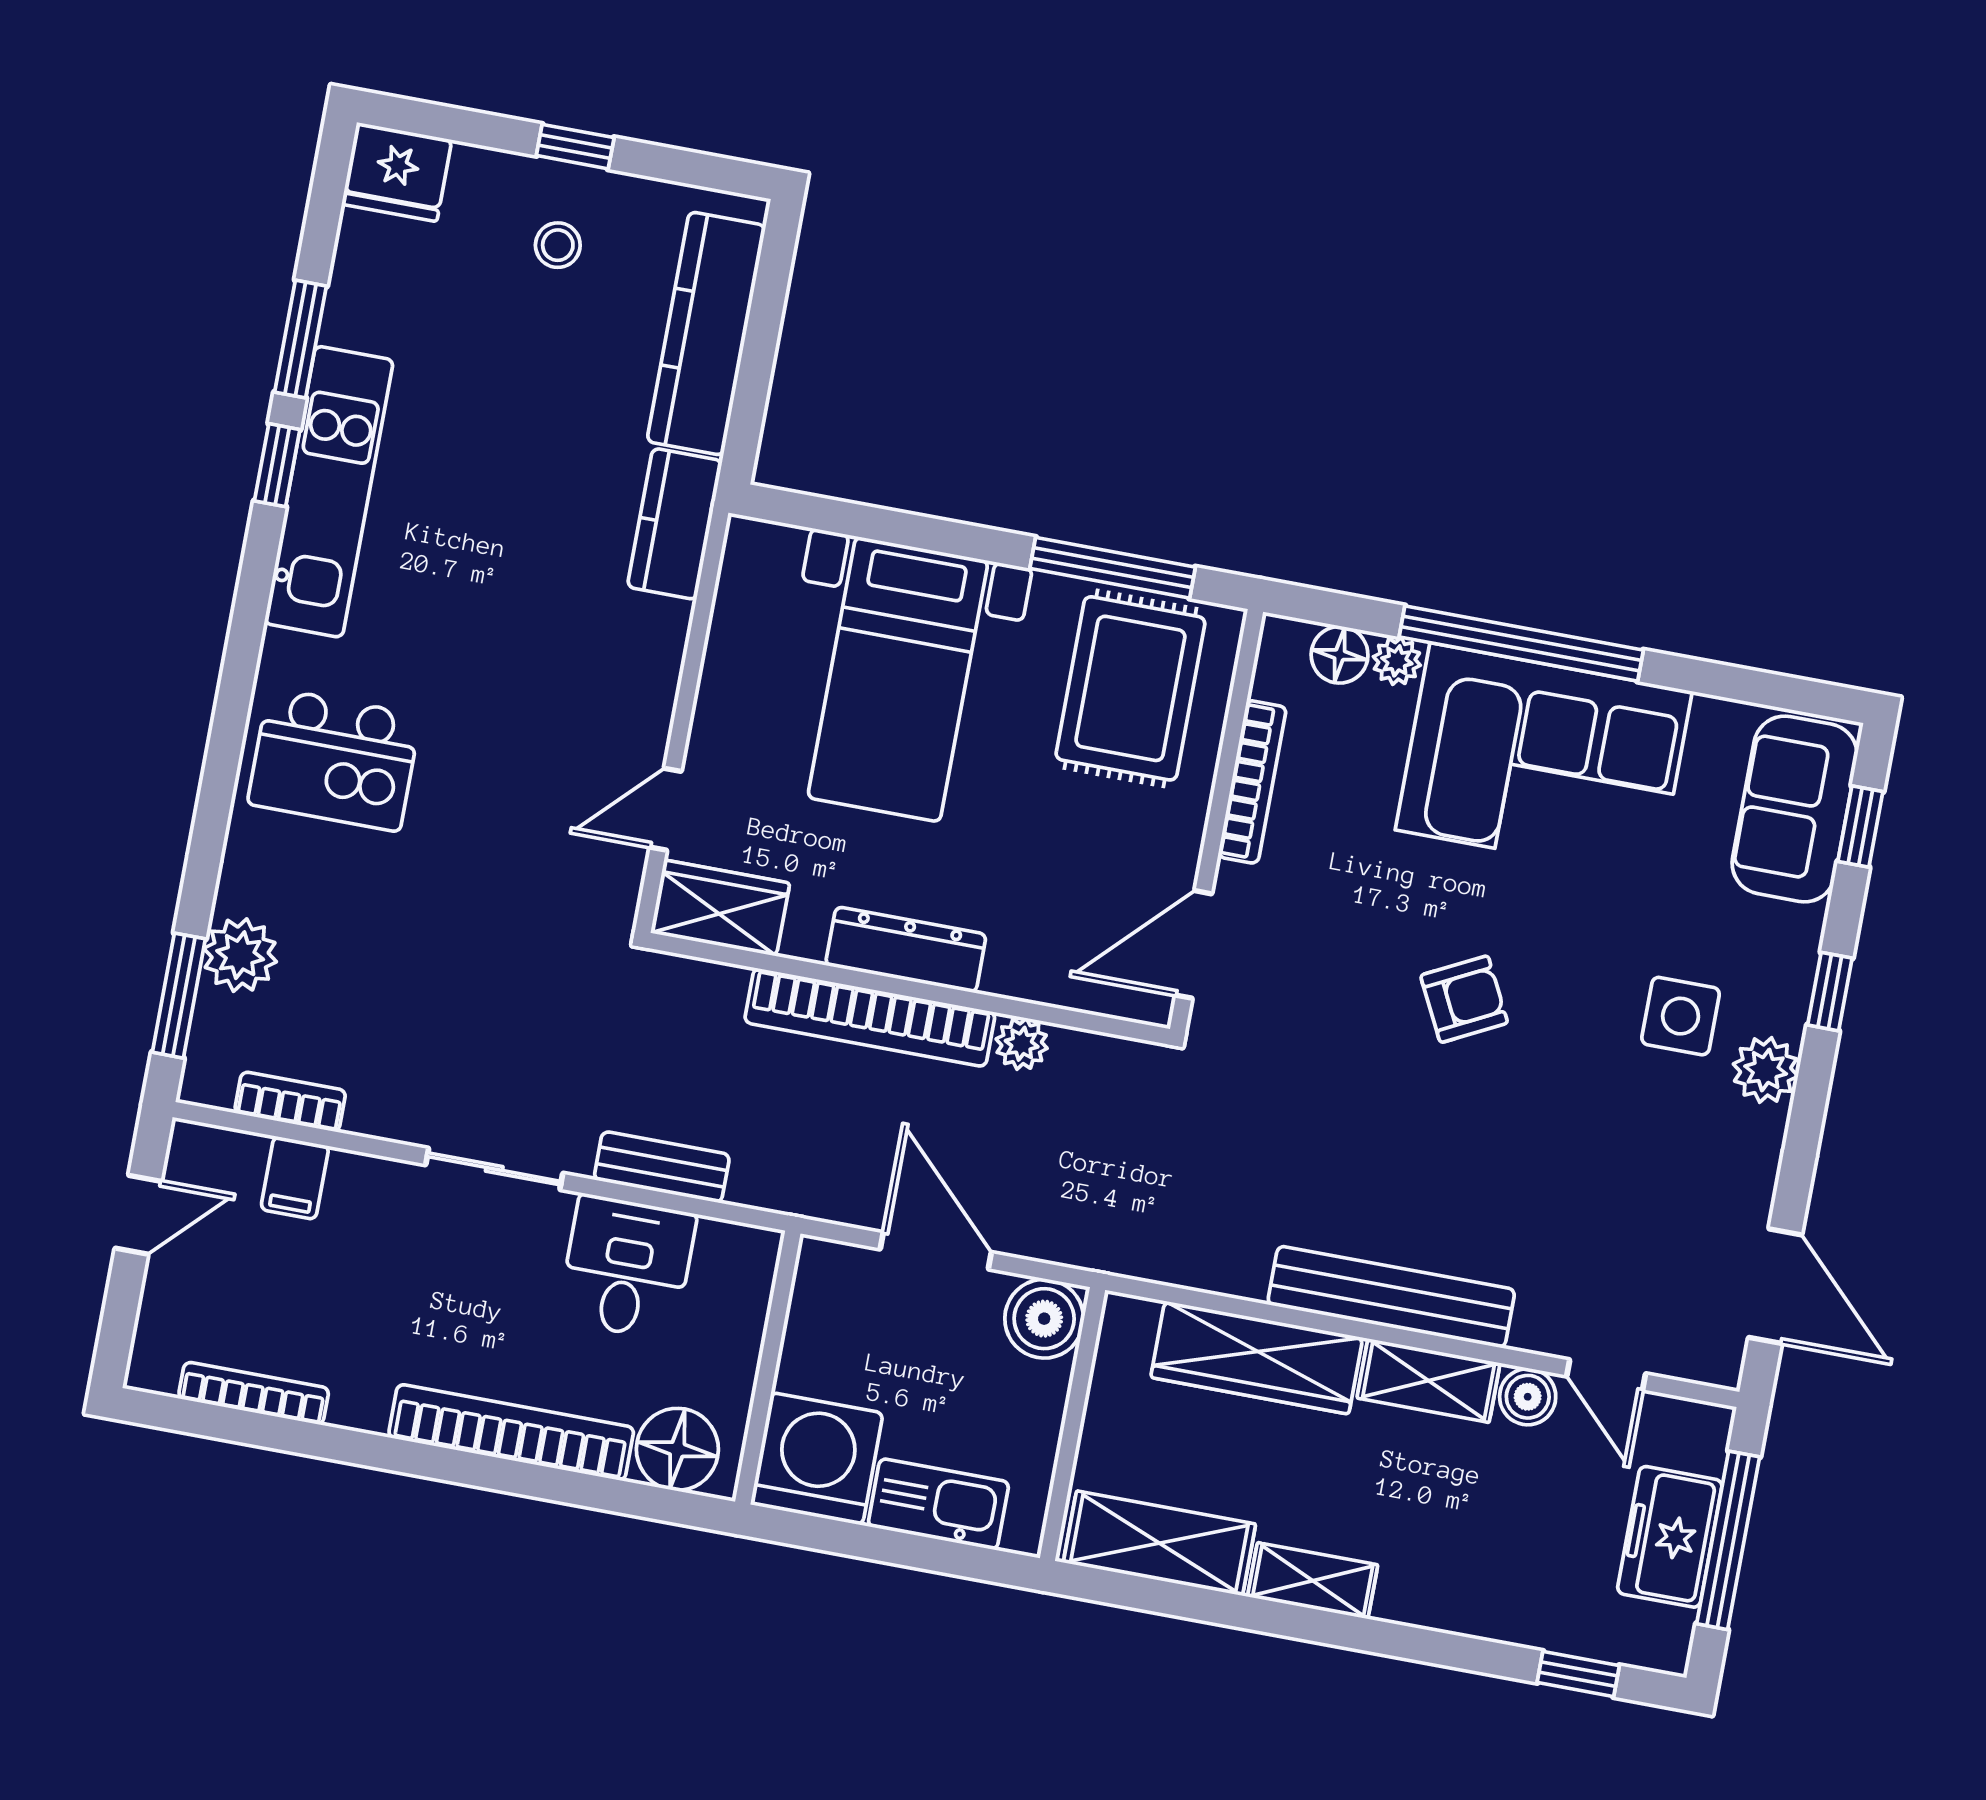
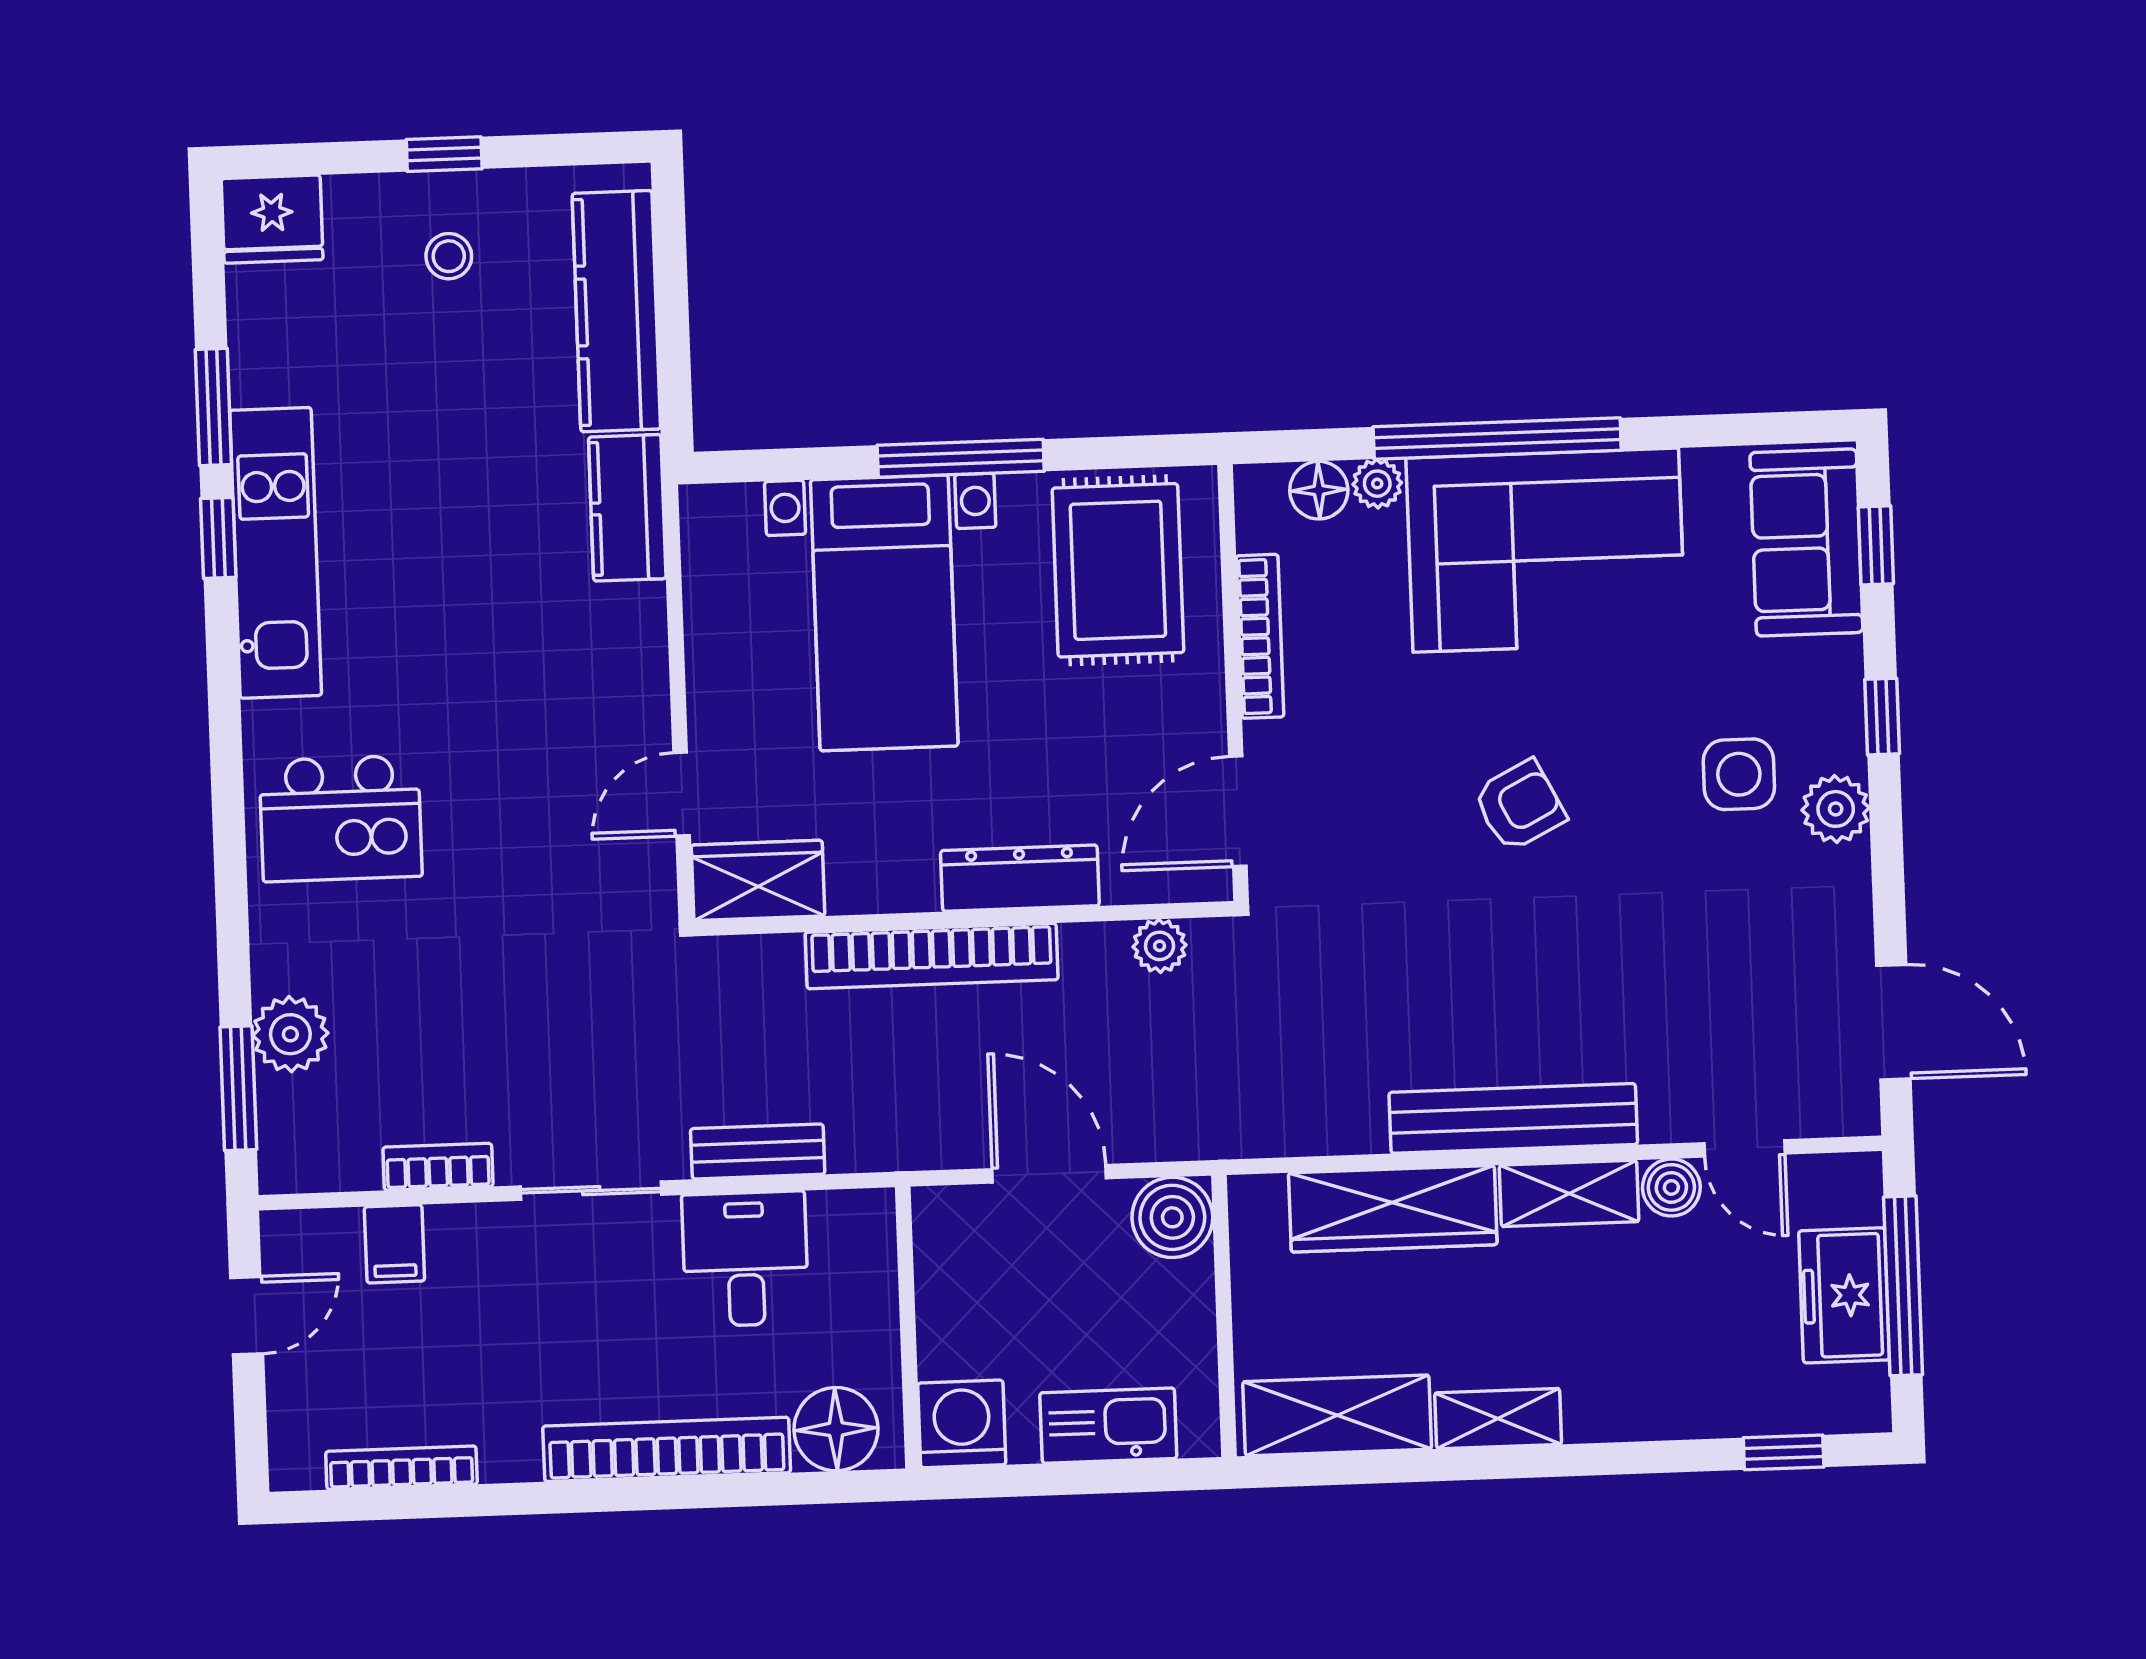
window: (1113, 568) -> (961, 458), moved
dresser: (906, 950) -> (1020, 878), moved
plant: (1022, 1044) -> (1160, 946), moved
bookcase: (290, 1102) -> (438, 1167), moved
washing machine: (817, 1459) -> (962, 1424), width x0.73, depth x0.73

